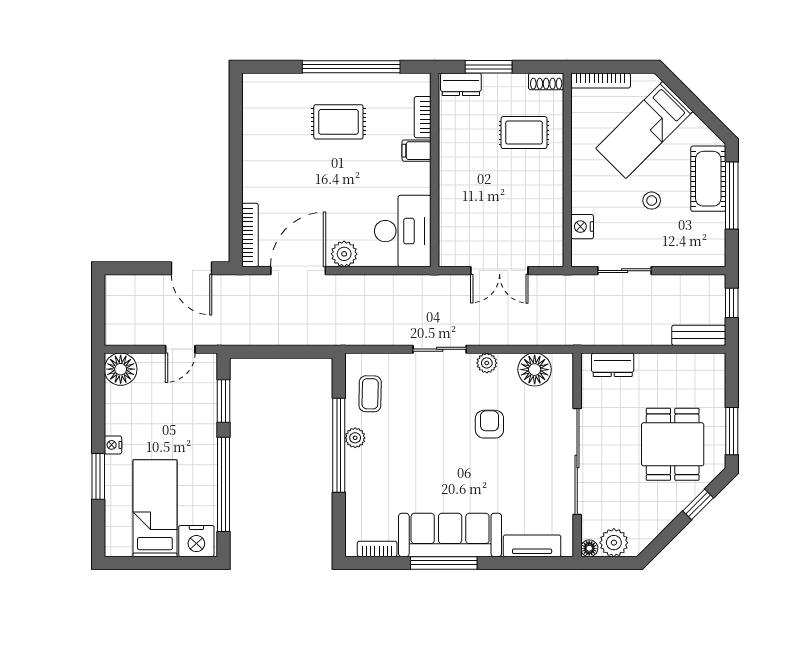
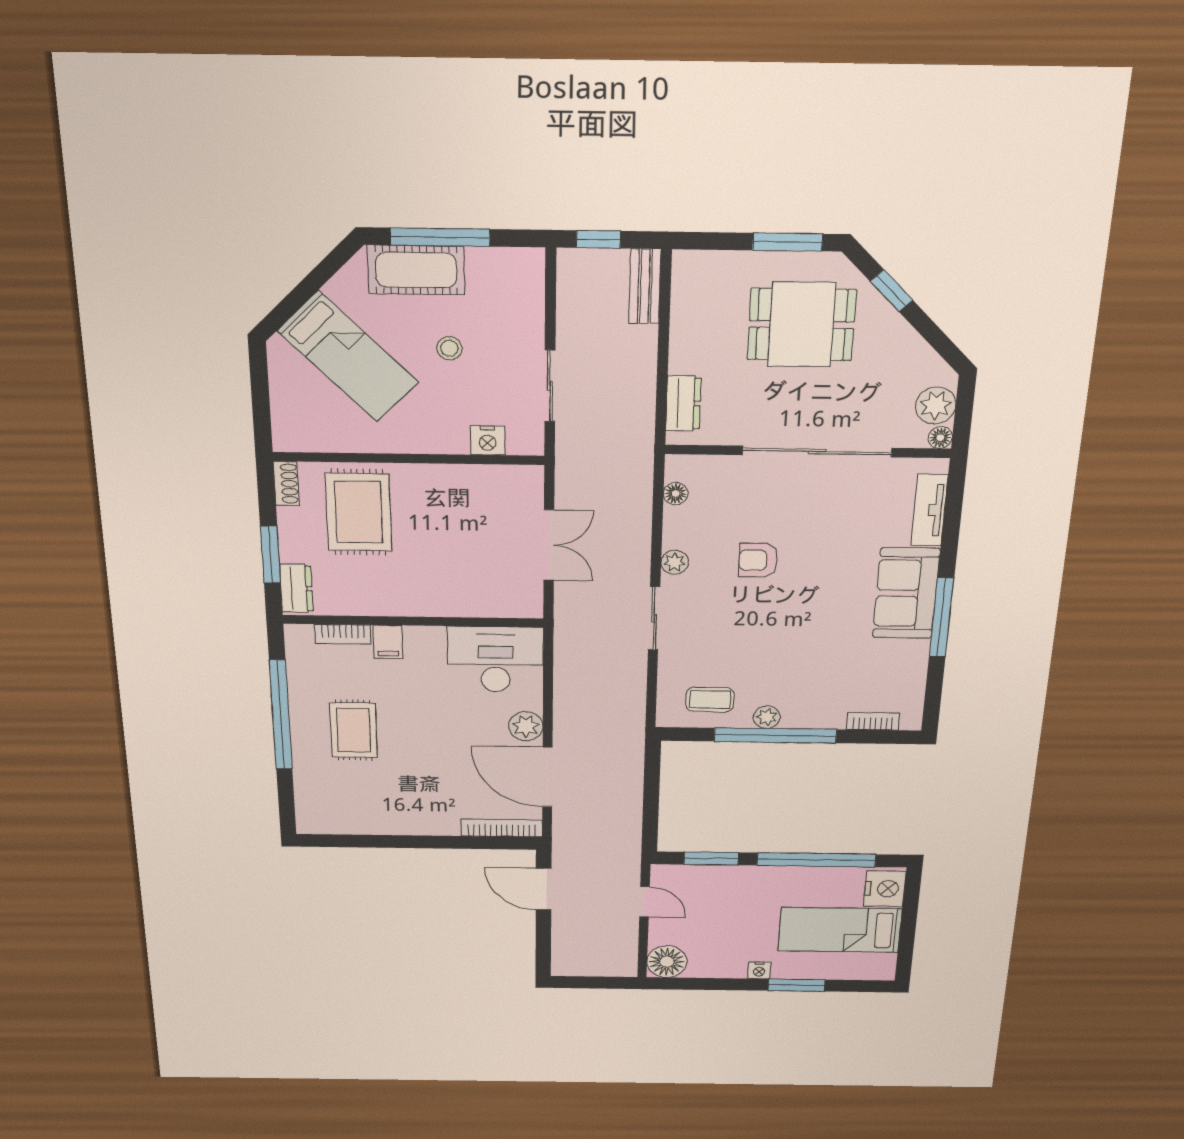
bookcase: (601, 81) -> (281, 414), removed
rug: (524, 133) -> (359, 512), width x1.36, depth x1.43
door: (192, 268) -> (544, 889), swing flipped
floor lamp: (535, 370) -> (676, 494), width x0.53, depth x0.53
sofa: (450, 535) -> (906, 593), width x0.73
bookcase: (377, 549) -> (873, 721), moved, turned 90

